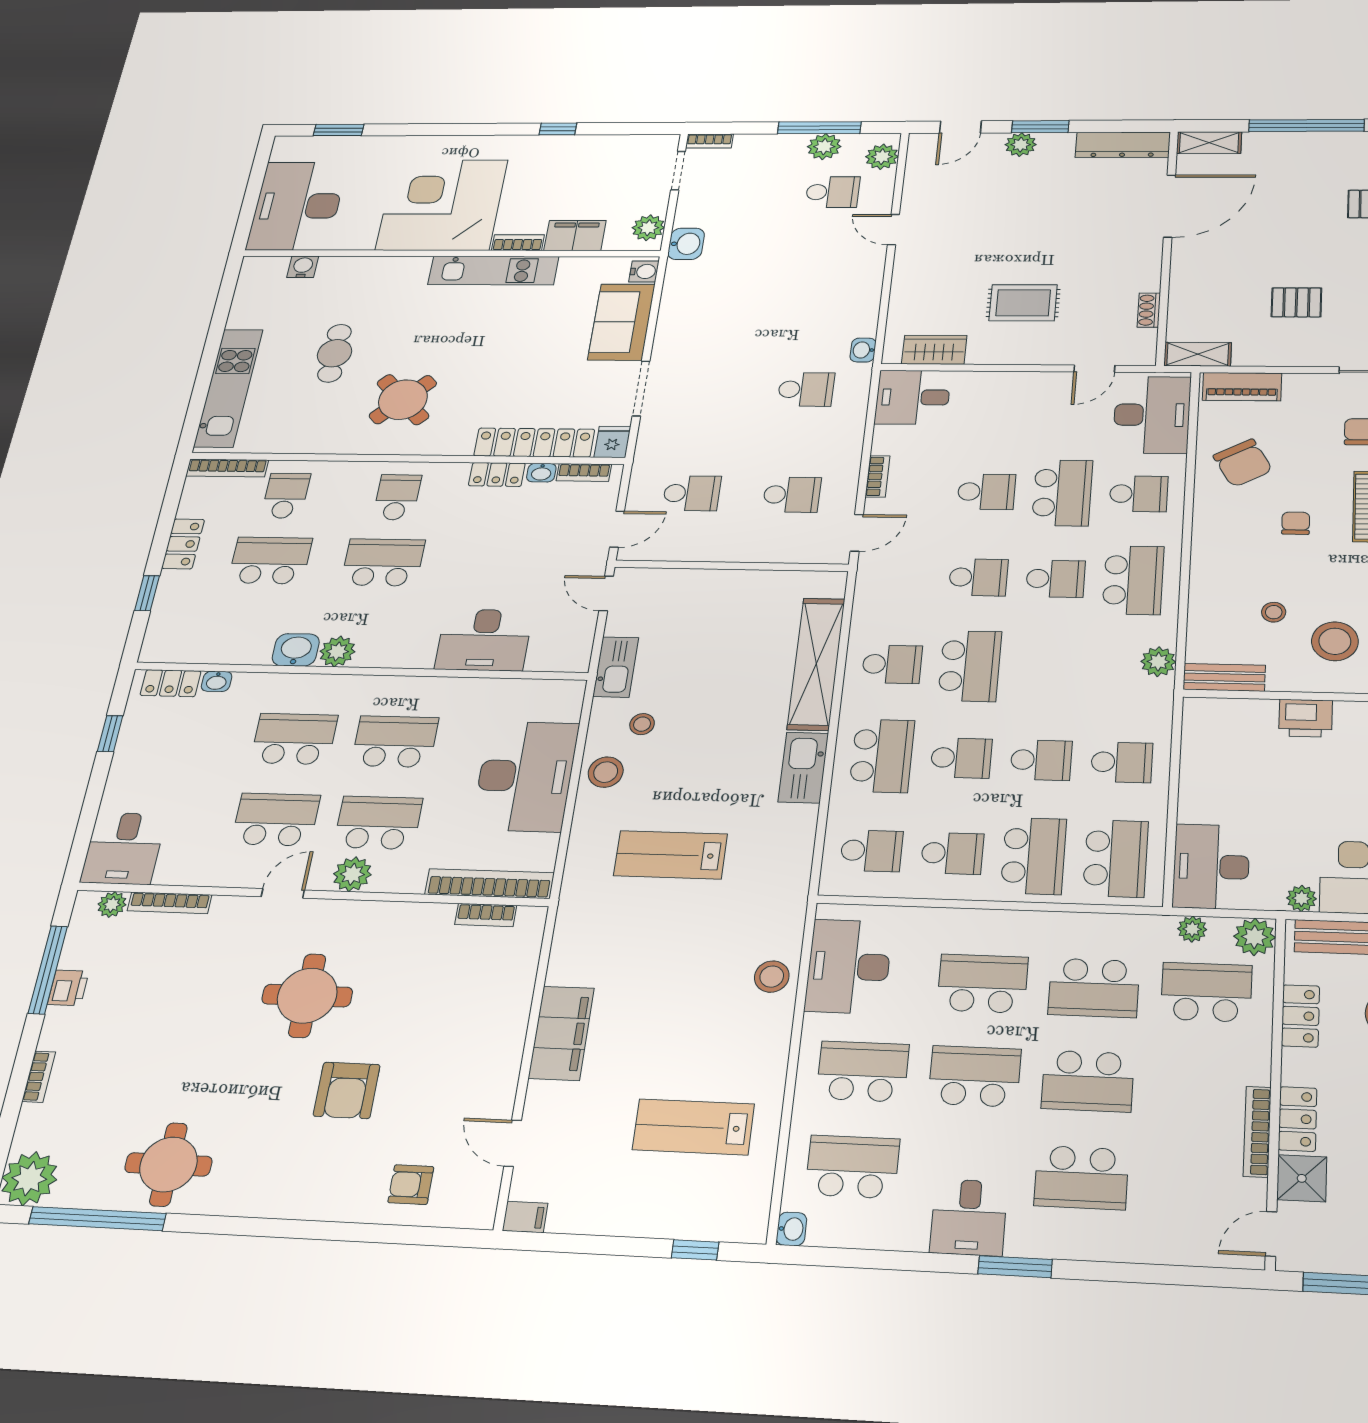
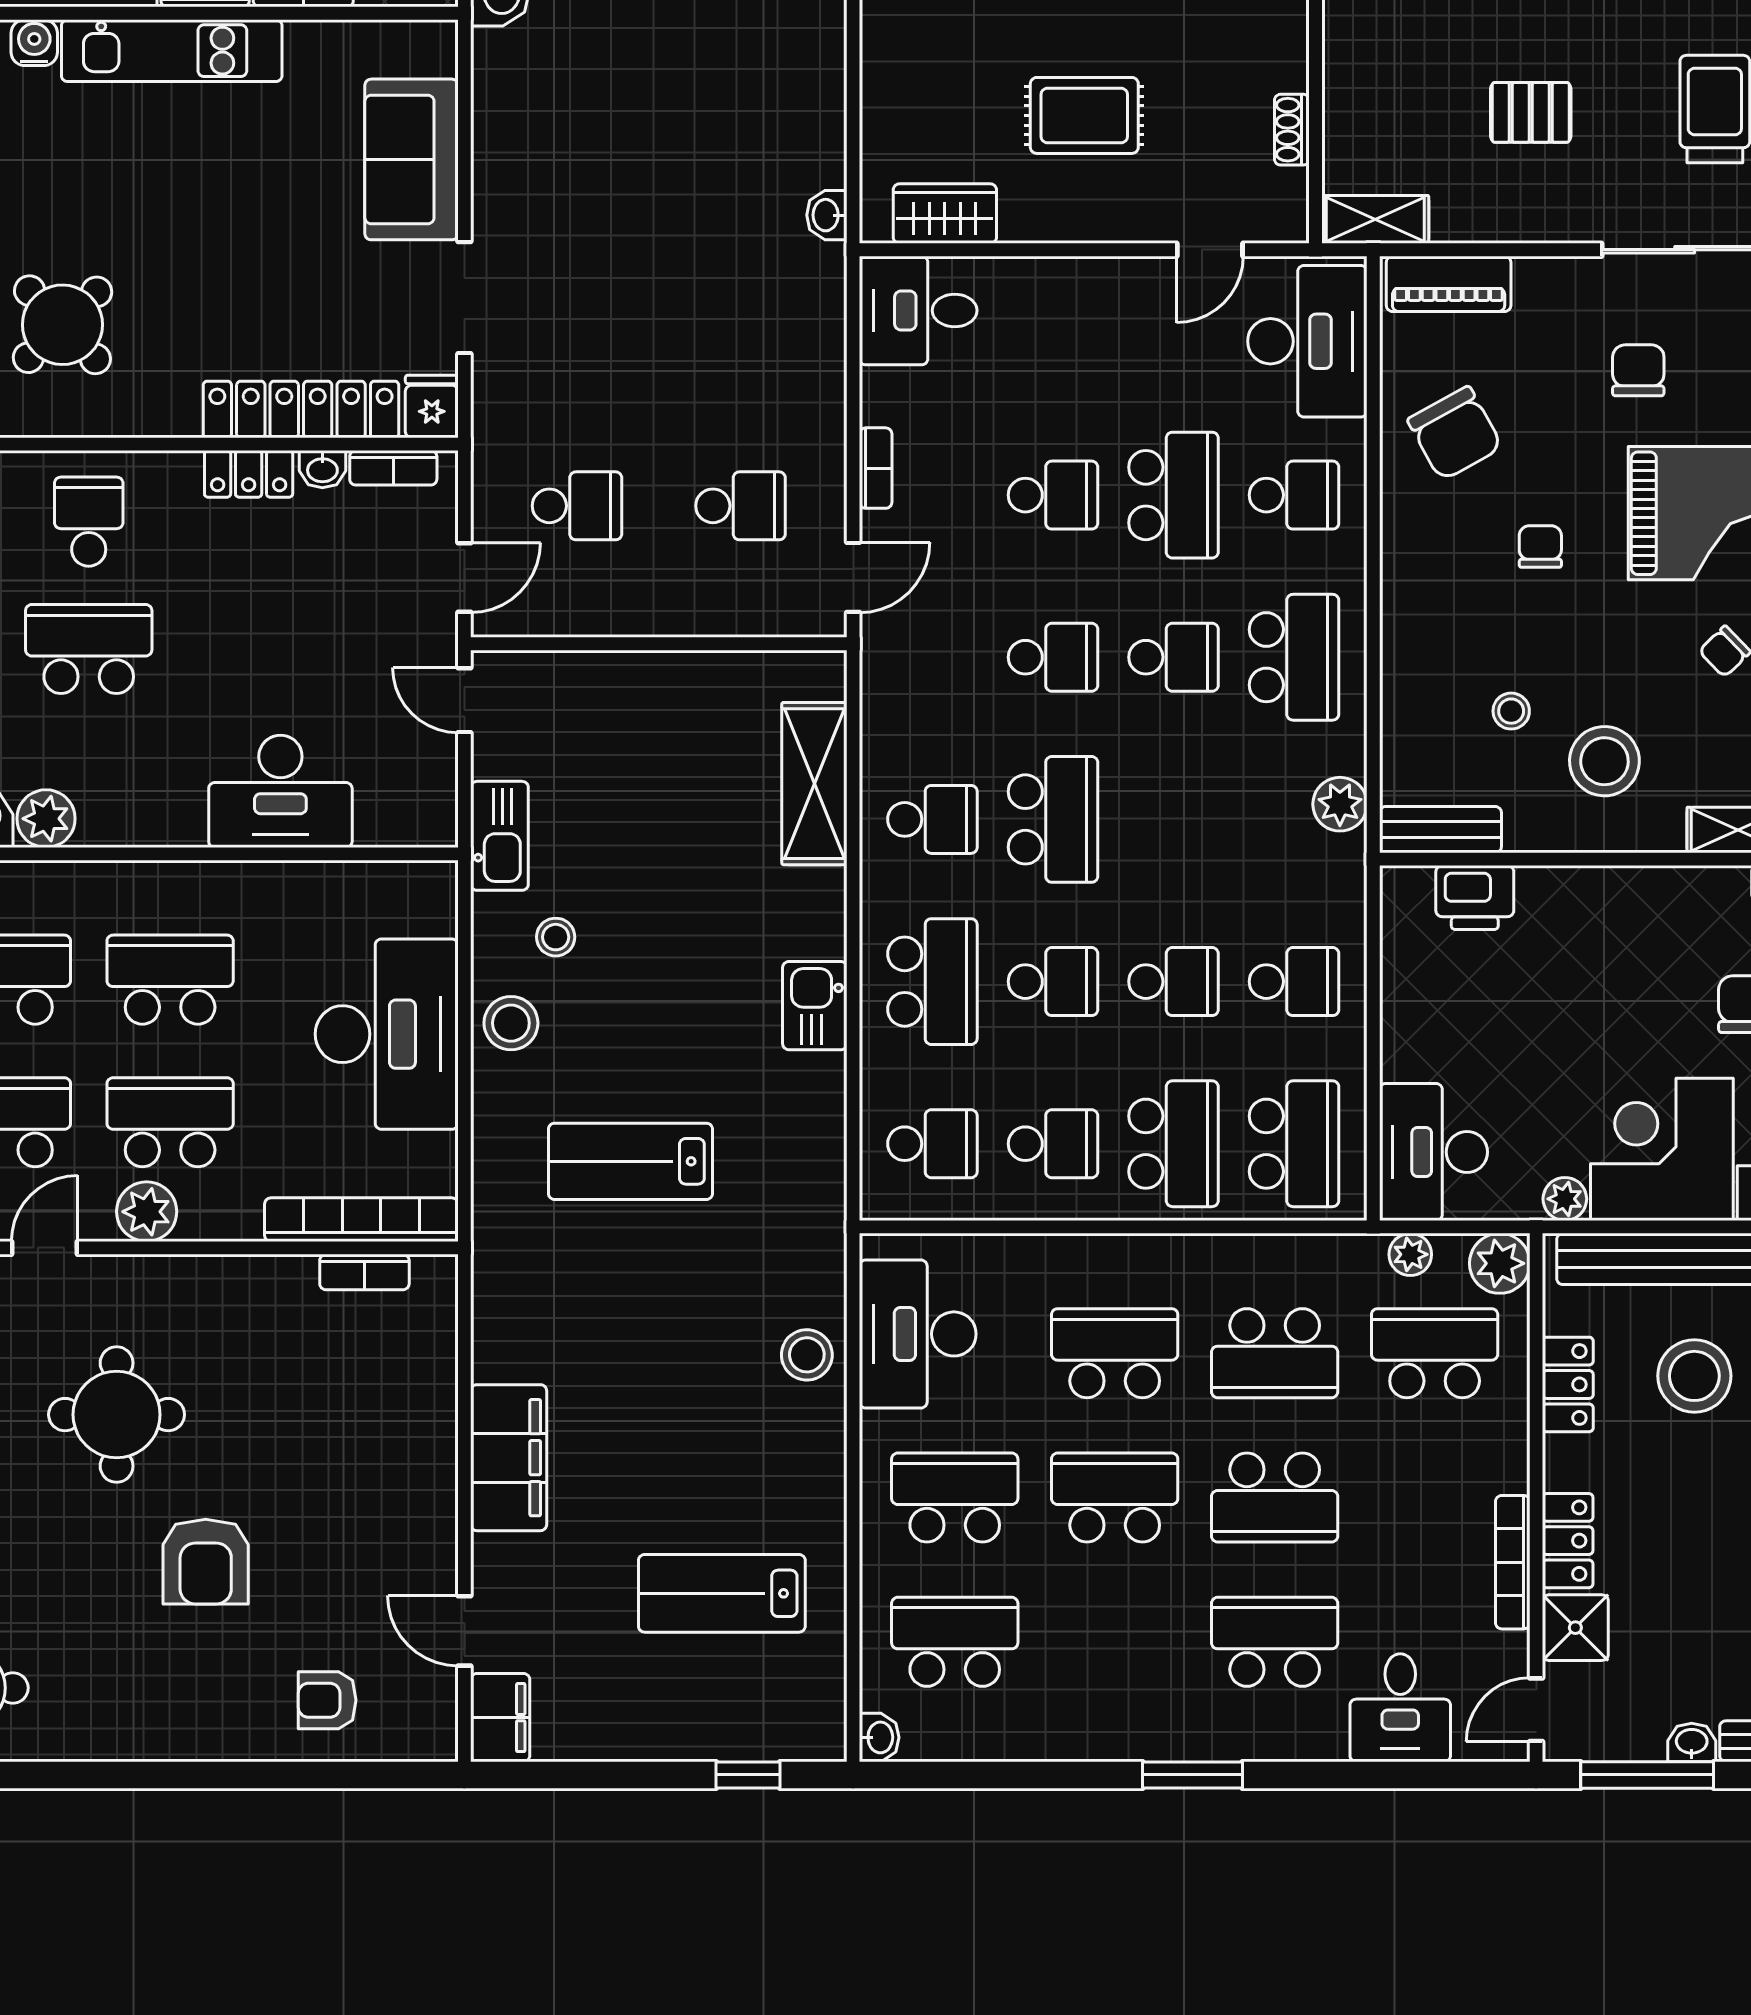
water cooler: (644, 271) -> (34, 43), moved, turned -90
school desk: (806, 389) -> (741, 297), removed
shelving: (816, 664) -> (814, 784), width x0.68
printer: (1306, 718) -> (1475, 898), moved
kitchen sink: (803, 768) -> (815, 1006), width x0.73
school desk: (1081, 1178) -> (1275, 1642), turned 180
filing cabinet: (525, 1217) -> (500, 1718), width x2.00
desk: (969, 1217) -> (1400, 1708), moved

